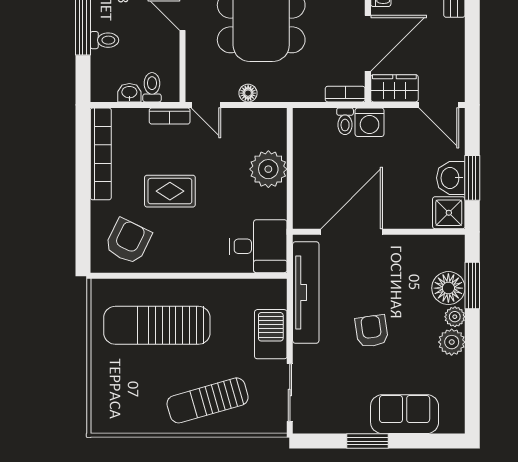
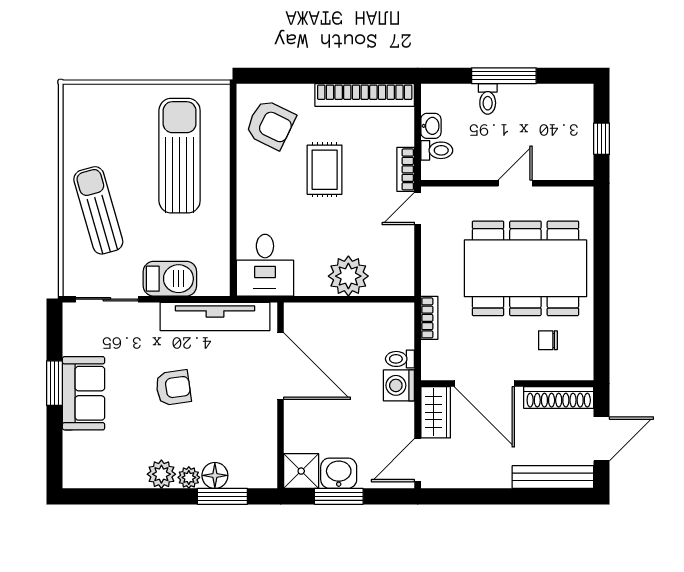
floor lamp: (248, 93) -> (430, 254), removed
bookcase: (345, 94) -> (429, 318), moved
floor lamp: (448, 288) -> (215, 475), width x0.73, depth x0.73
sofa: (405, 414) -> (84, 393), moved

